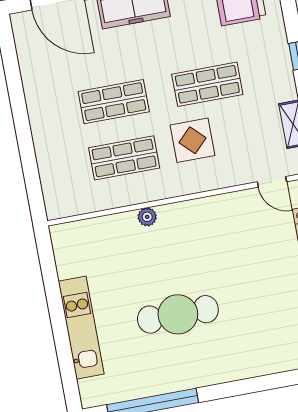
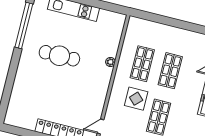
cafe table: (178, 314) -> (59, 56), turned 90

